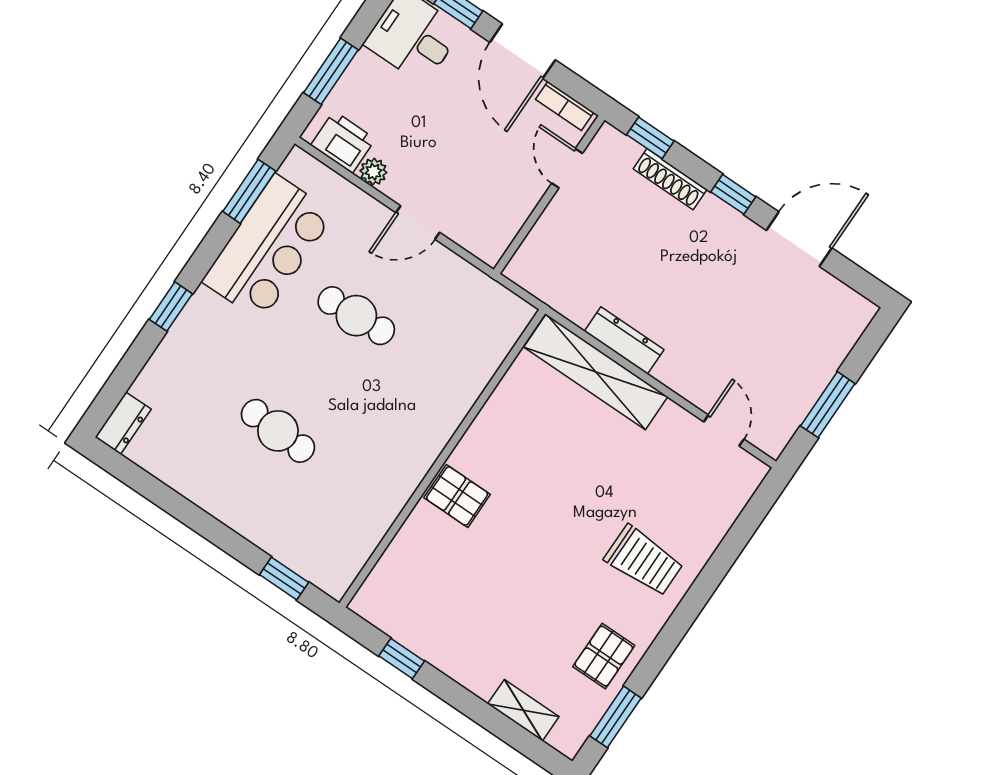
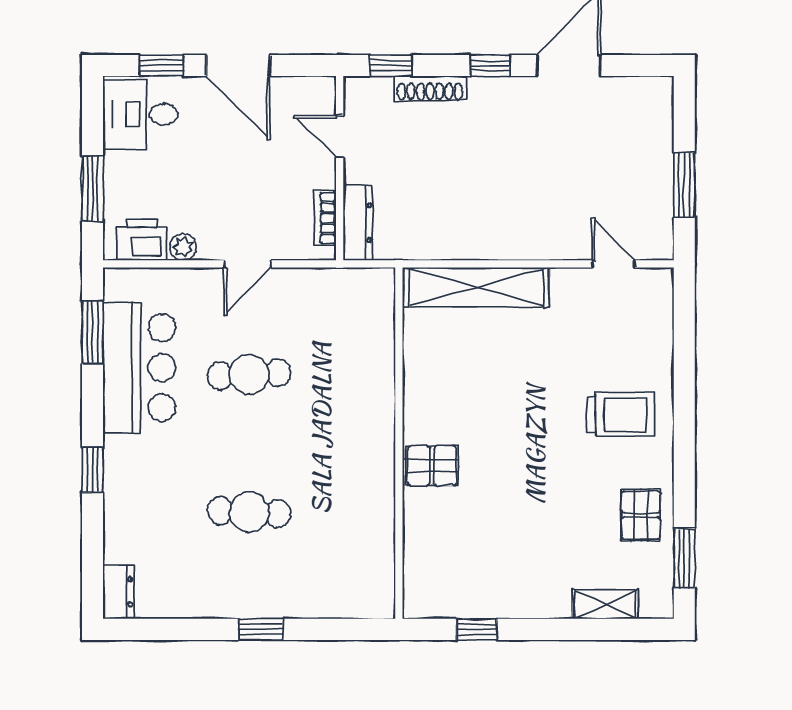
bookcase: (565, 106) -> (325, 218), moved, turned 90
dresser: (624, 340) -> (358, 223), moved, turned 90
window: (284, 578) -> (261, 629), moved

